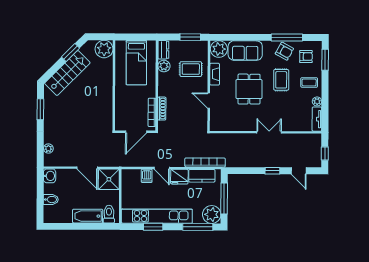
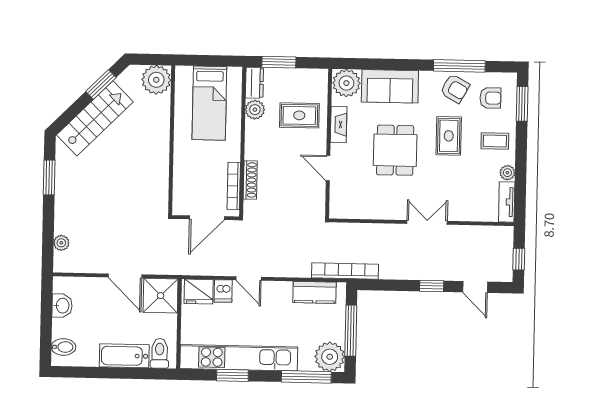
window: (190, 37) -> (279, 62), moved
bookcase: (205, 162) -> (345, 271), moved
washbasin: (50, 176) -> (62, 306), moved
fridge: (179, 177) -> (199, 292), moved
bidet: (51, 200) -> (63, 347), moved

